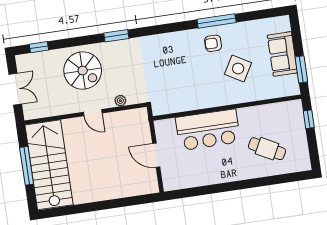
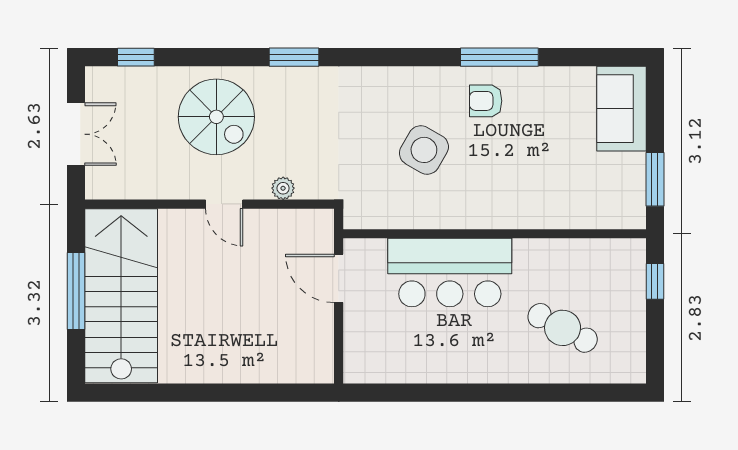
sofa: (282, 54) -> (621, 109), moved
side table: (238, 68) -> (424, 150), moved
door: (156, 155) -> (339, 278), moved

